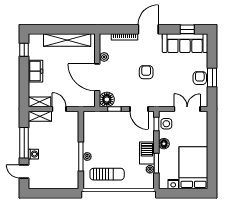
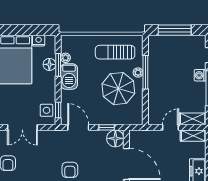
door: (59, 109) -> (170, 127), swing flipped
parasol: (104, 143) -> (118, 89), added
floor lamp: (164, 144) -> (49, 64), moved
window: (56, 193) -> (175, 30), added

